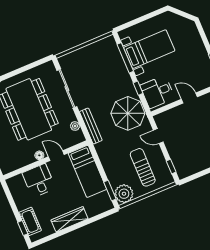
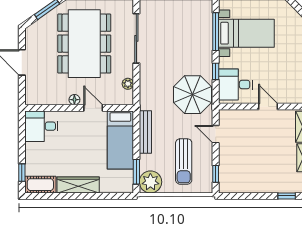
bench: (91, 126) -> (145, 132), moved
sun lounger: (143, 167) -> (184, 161), turned 180
desk: (39, 181) -> (41, 126), moved, turned -90
cot: (30, 221) -> (40, 185), moved, turned 90

